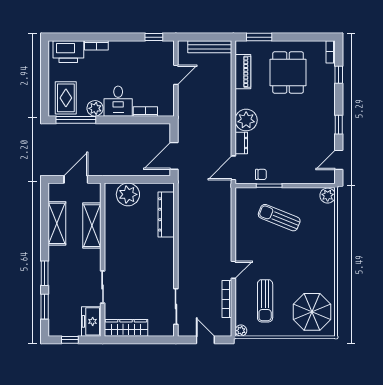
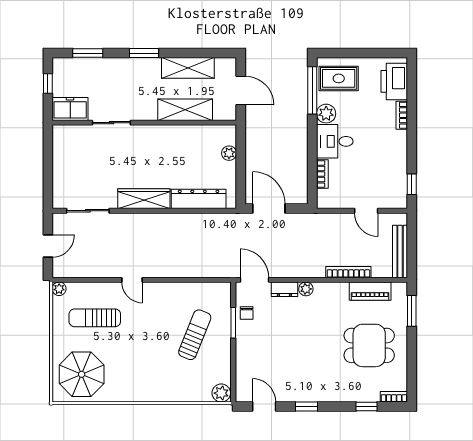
plant: (246, 120) -> (306, 289), width x0.53, depth x0.53
plant: (128, 194) -> (229, 153), width x0.53, depth x0.53
window: (45, 273) -> (144, 53), moved
bookcase: (227, 299) -> (348, 272), moved
wardrobe: (126, 328) -> (144, 199), moved, turned -90

